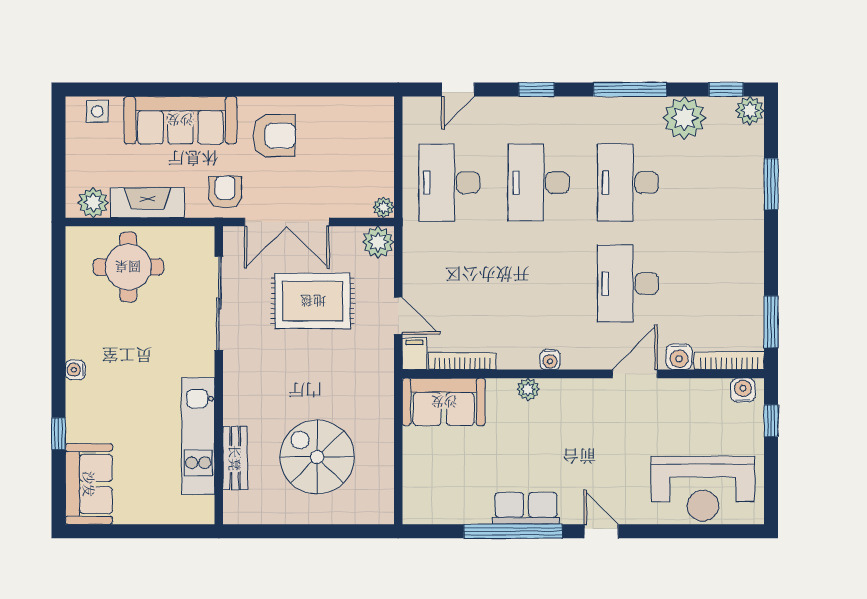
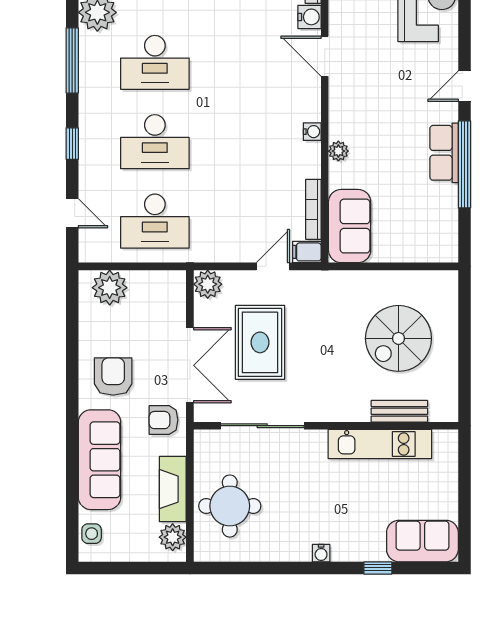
plant: (384, 207) -> (110, 288), moved, width x1.88, depth x1.88
desk: (628, 284) -> (244, 62), removed

